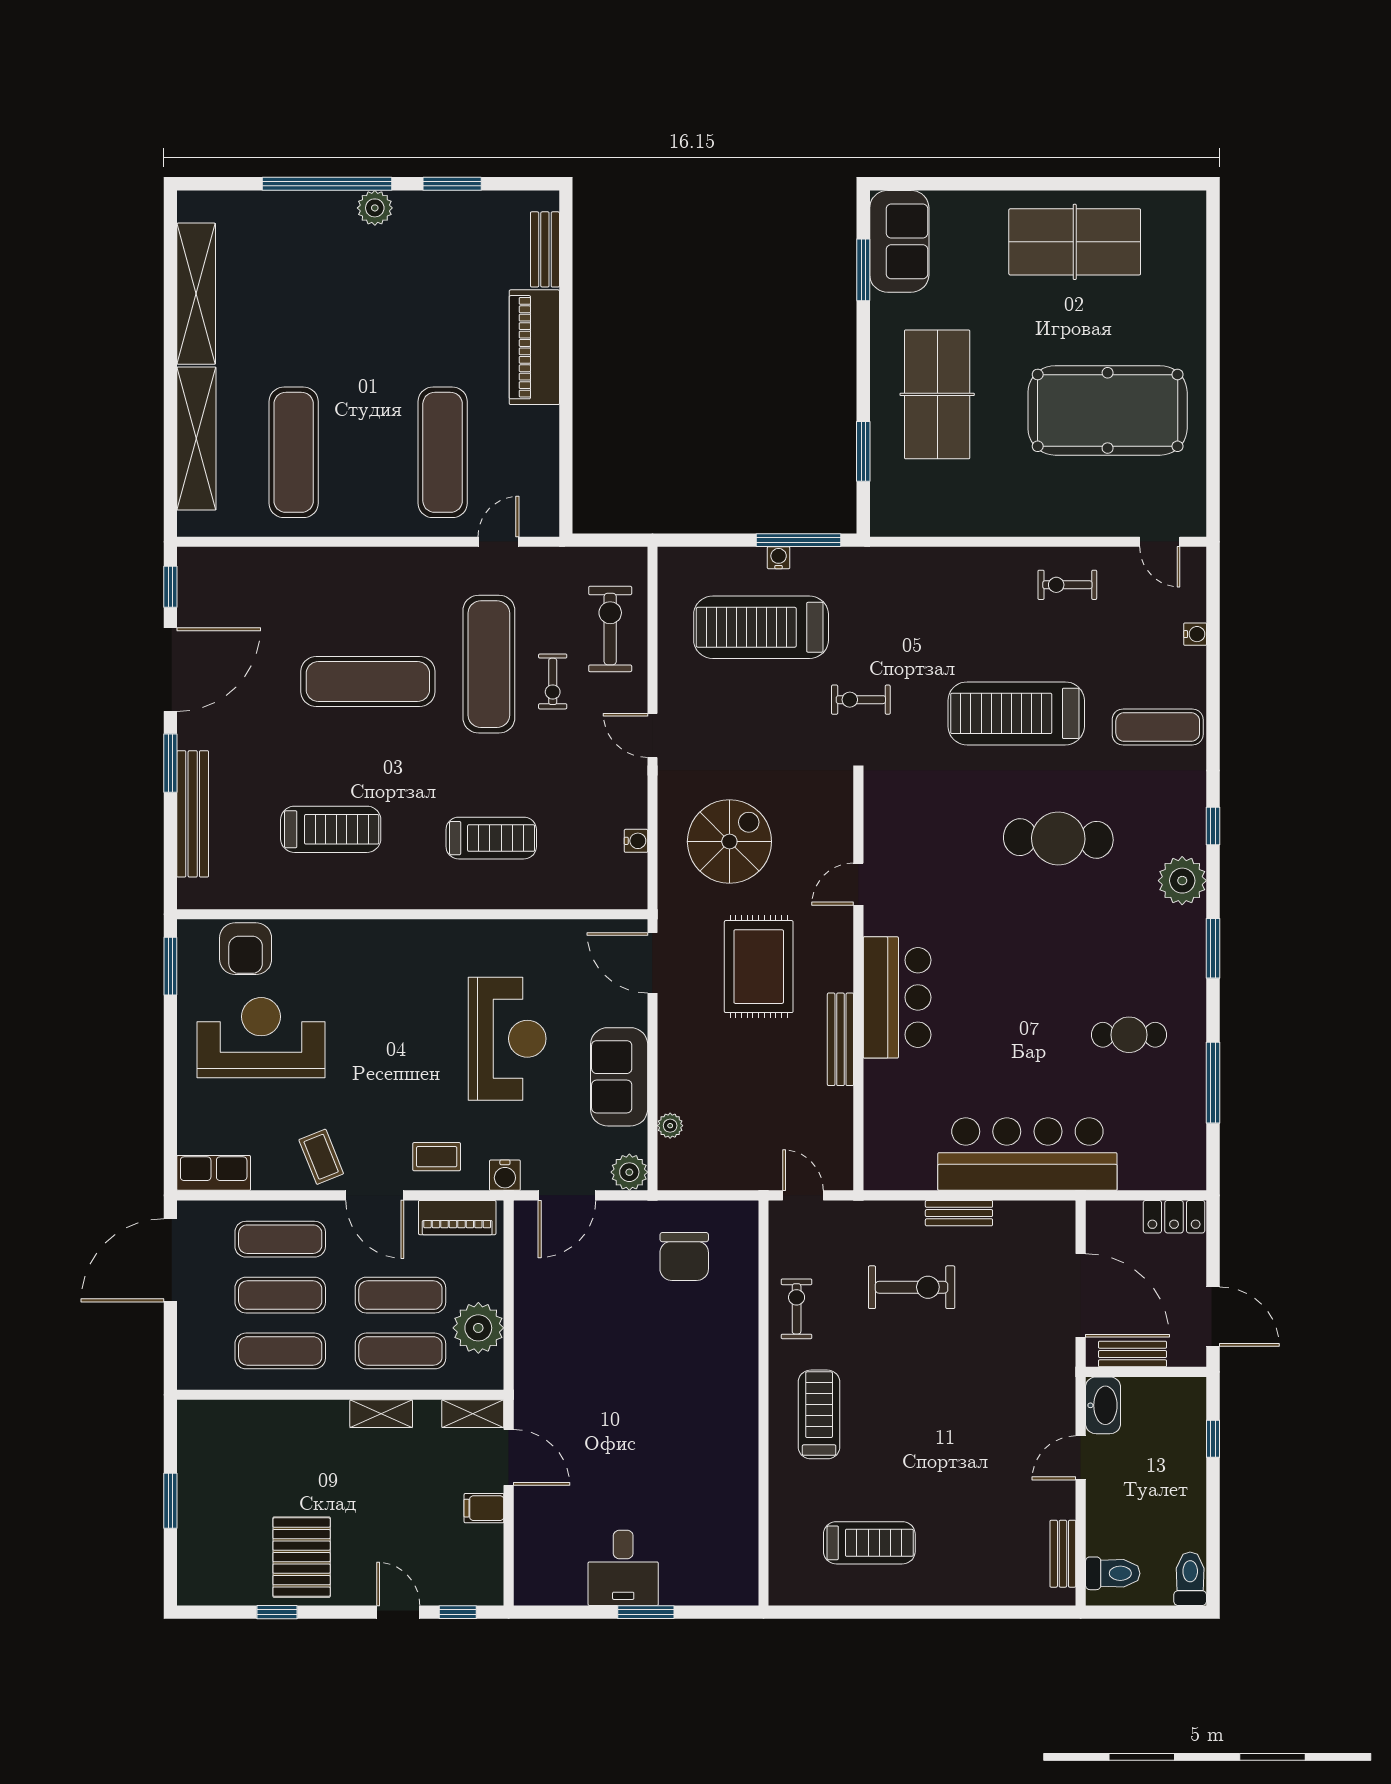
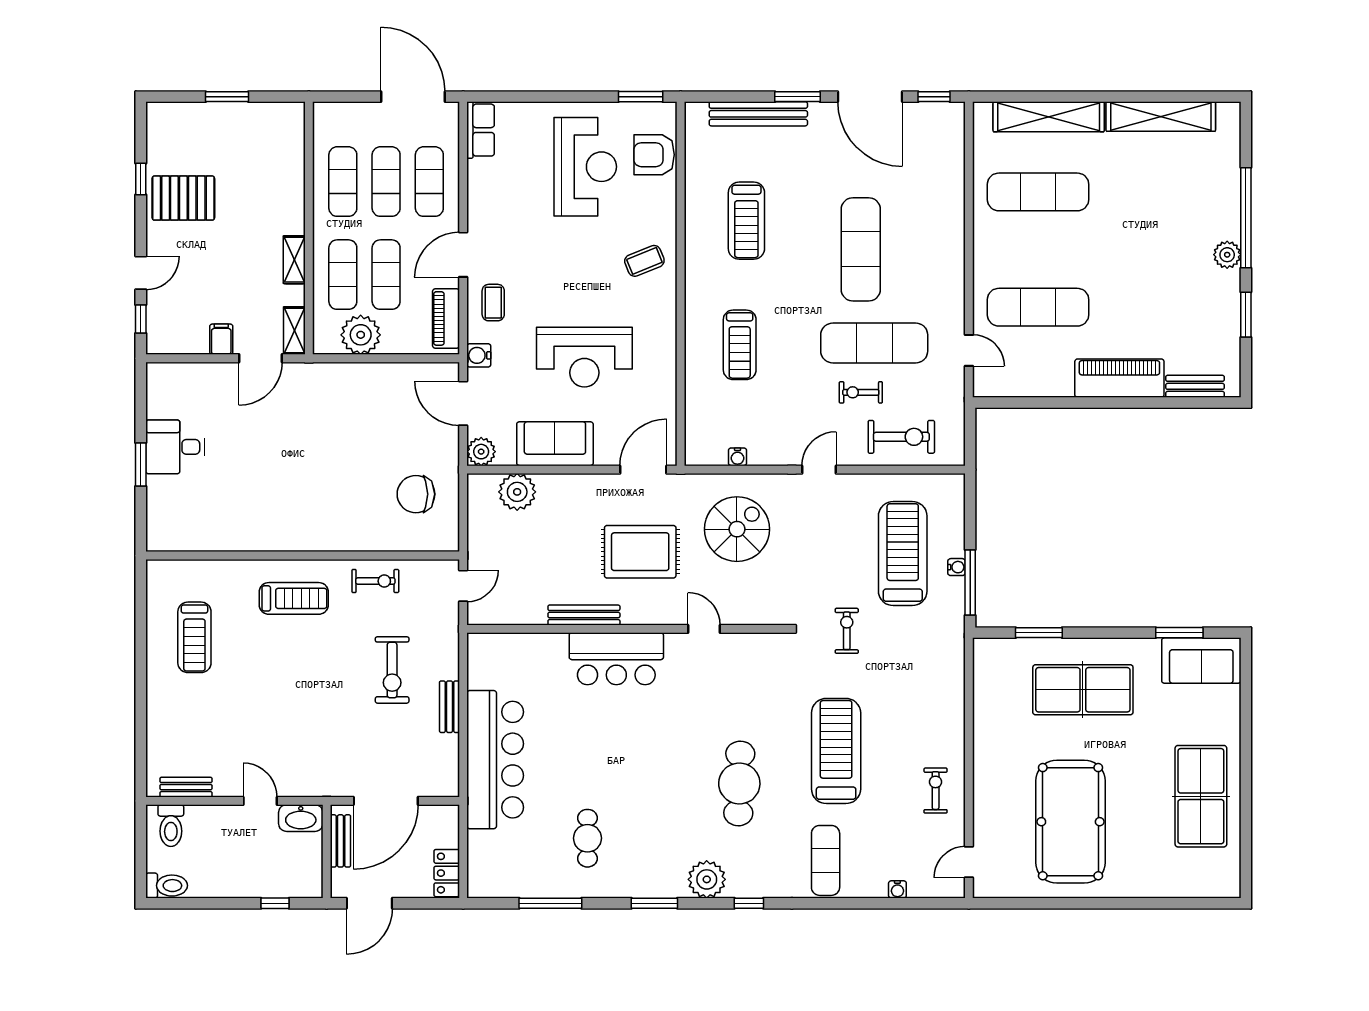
spiral stairs: (729, 842) -> (737, 529), turned -90
plant: (670, 1126) -> (517, 492), width x1.88, depth x1.88
coffee table: (321, 1157) -> (644, 261), moved

